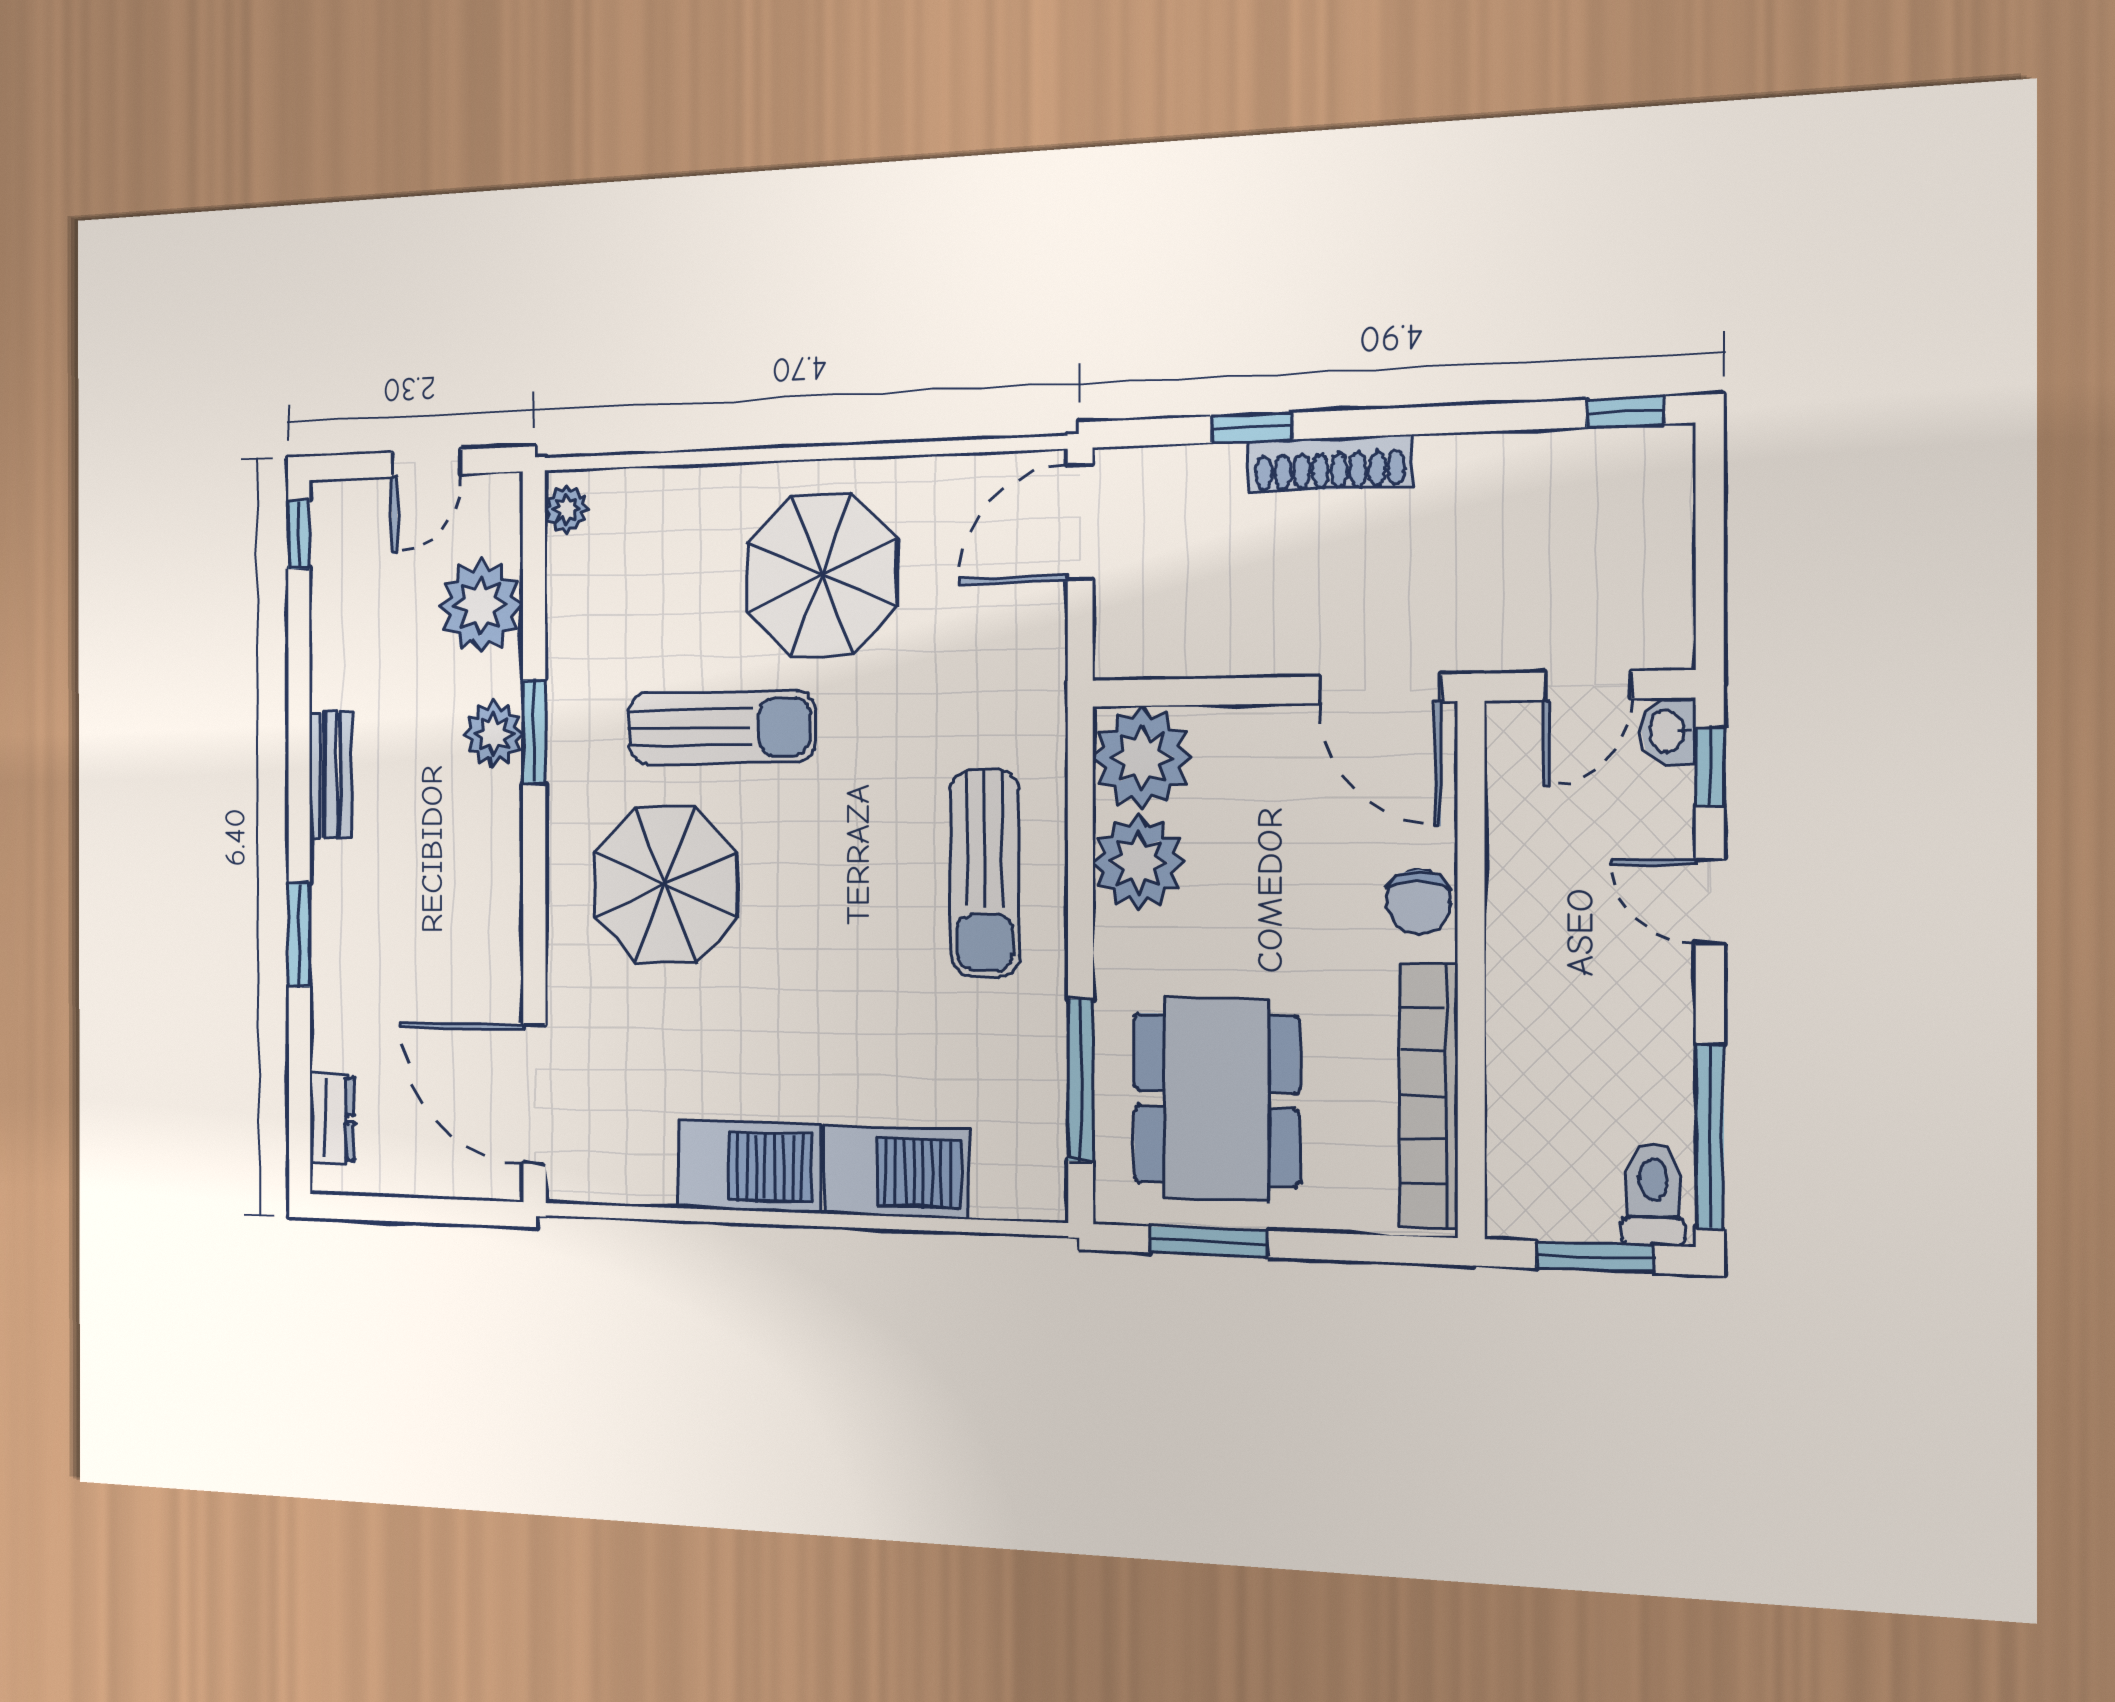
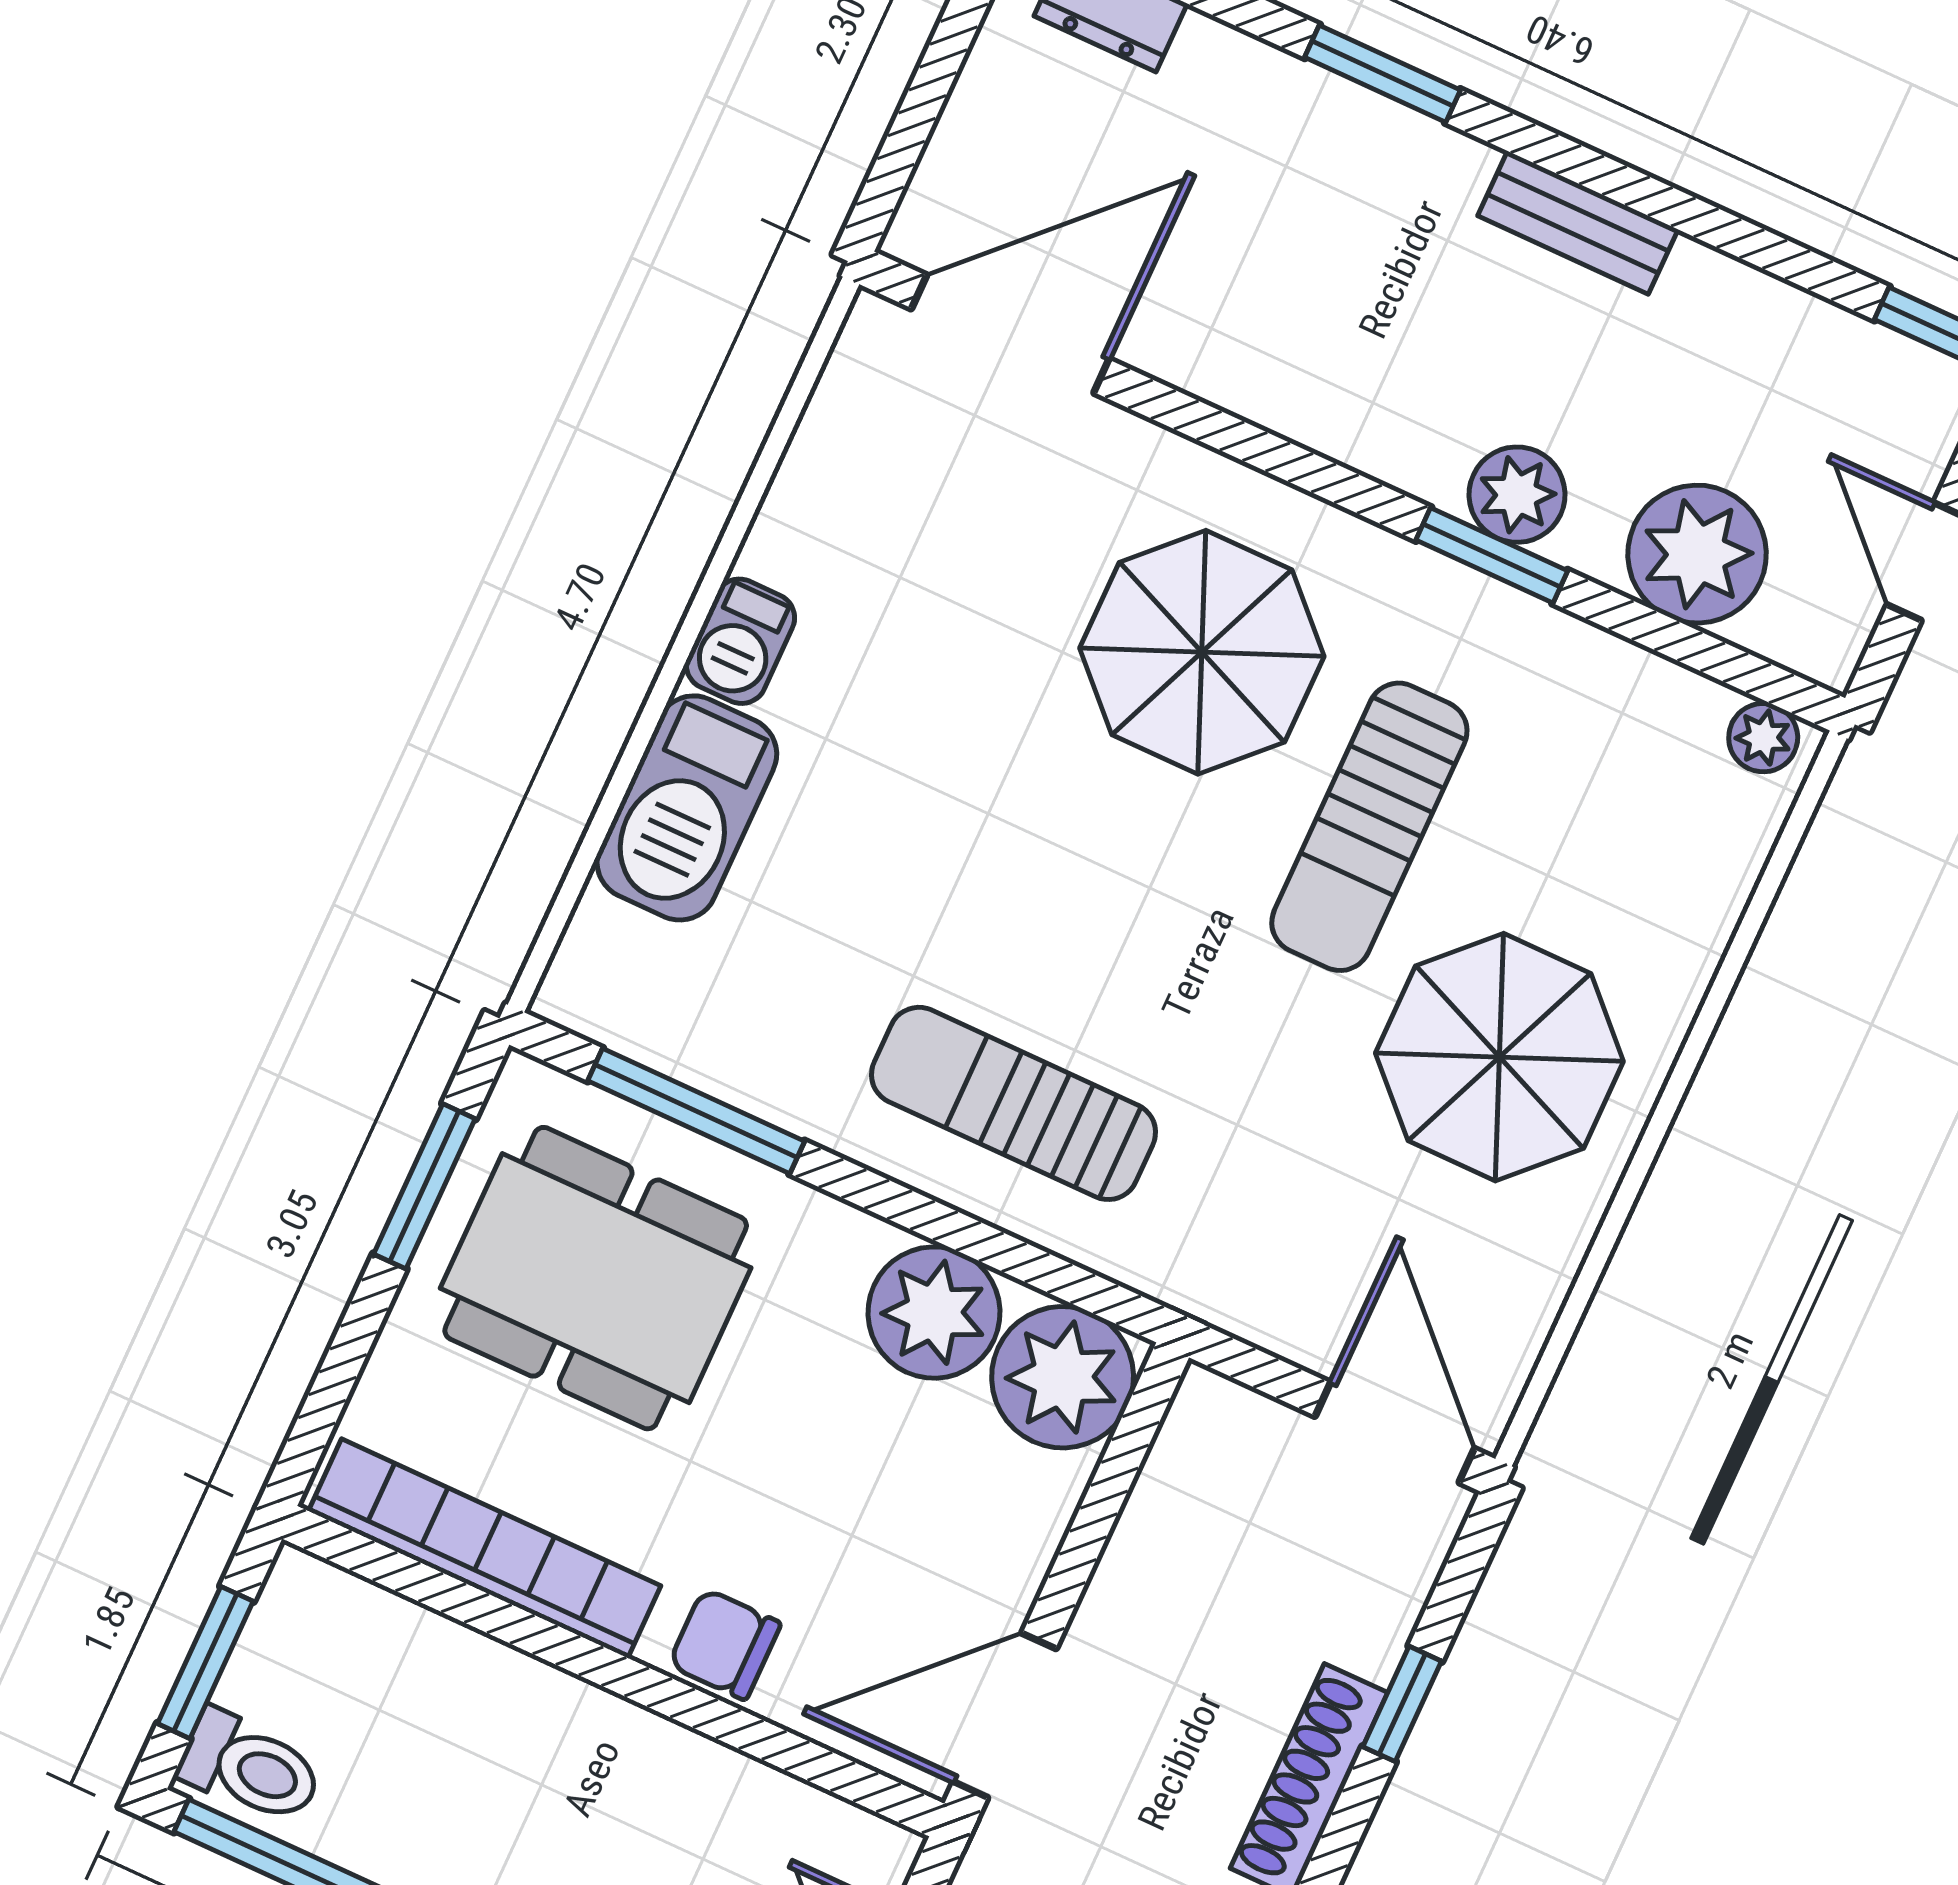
barbecue: (749, 1166) -> (740, 641), width x0.53, depth x0.65

